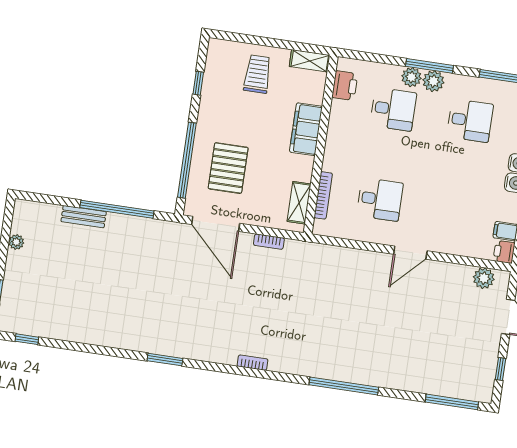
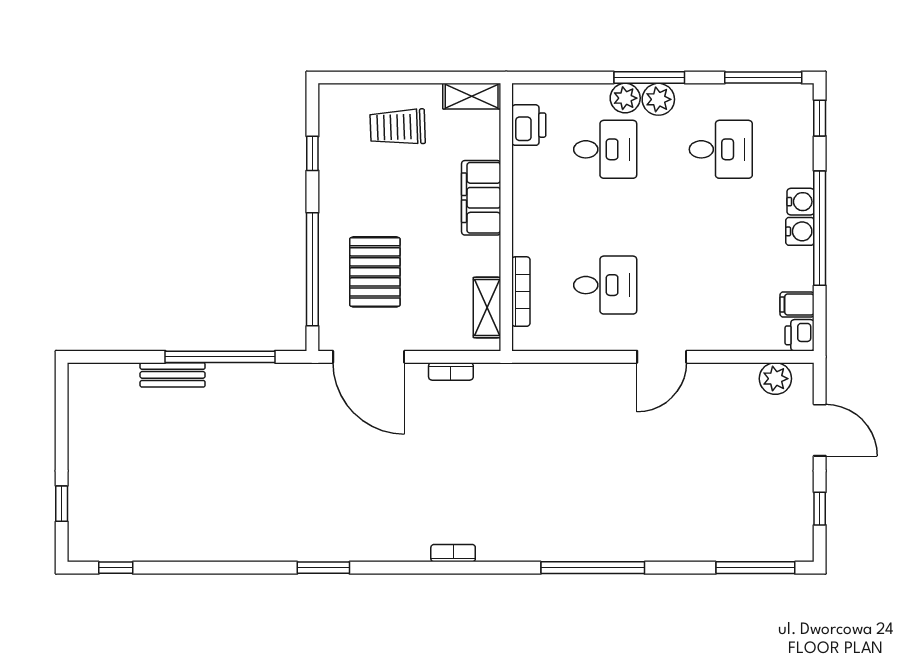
trolley: (257, 74) -> (398, 127), turned -92
plant: (16, 242) -> (79, 427), removed

